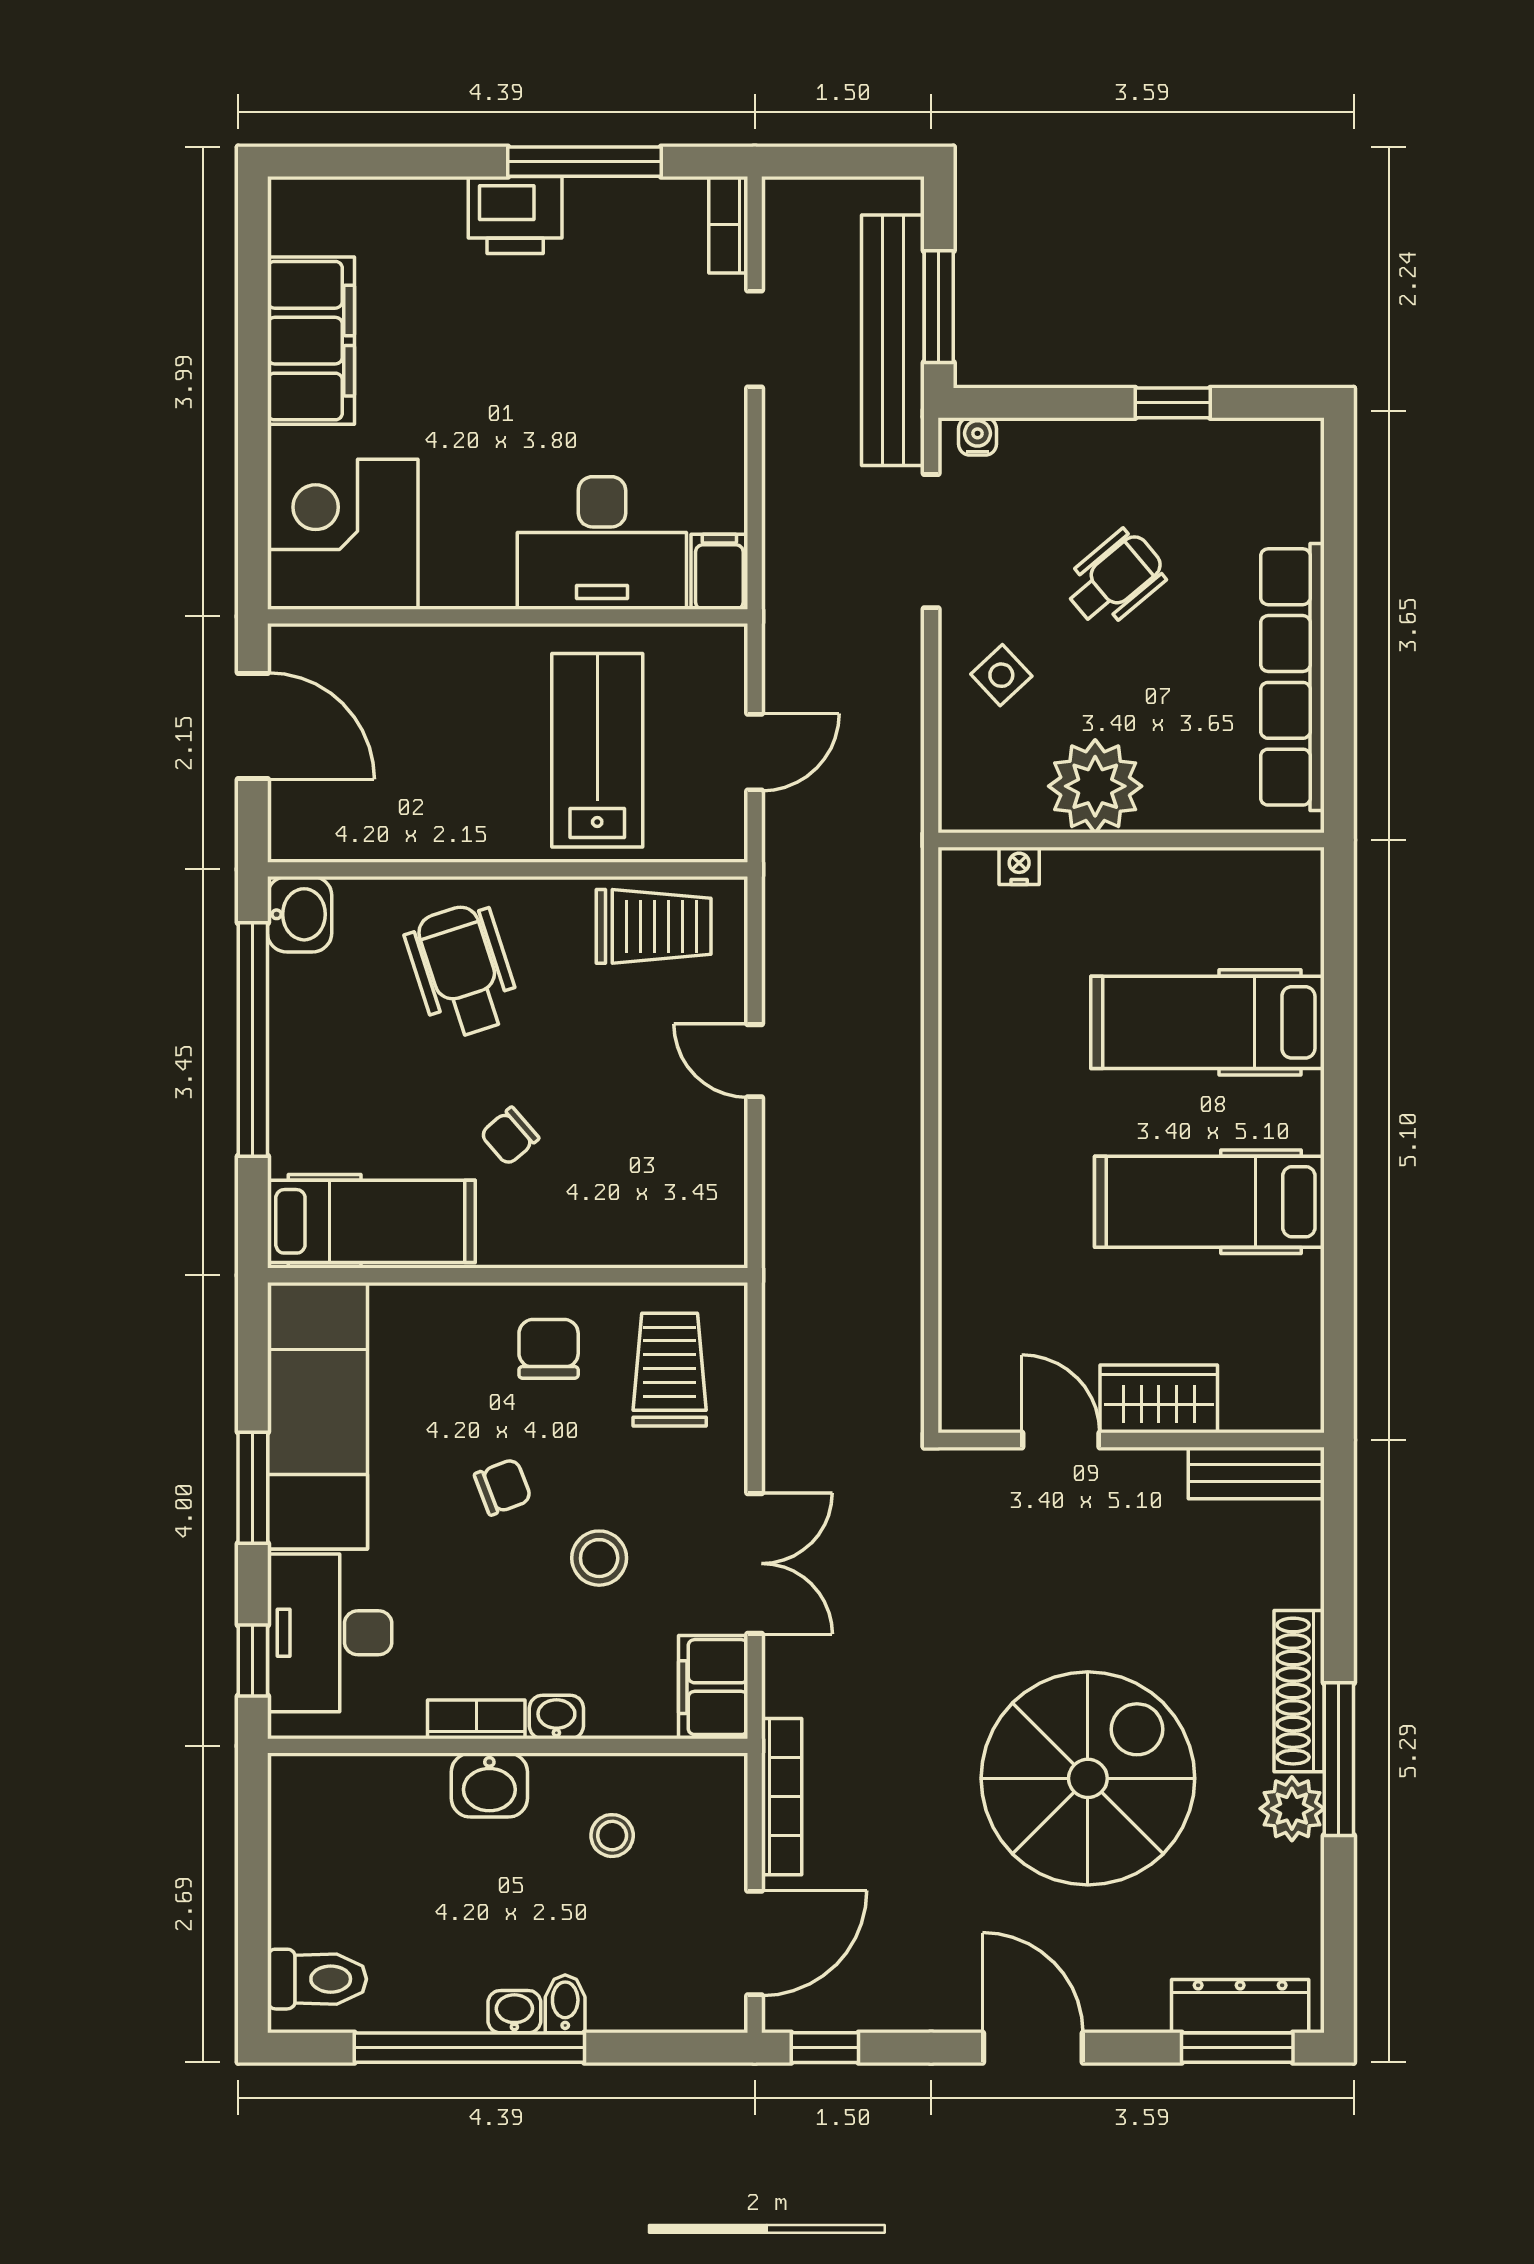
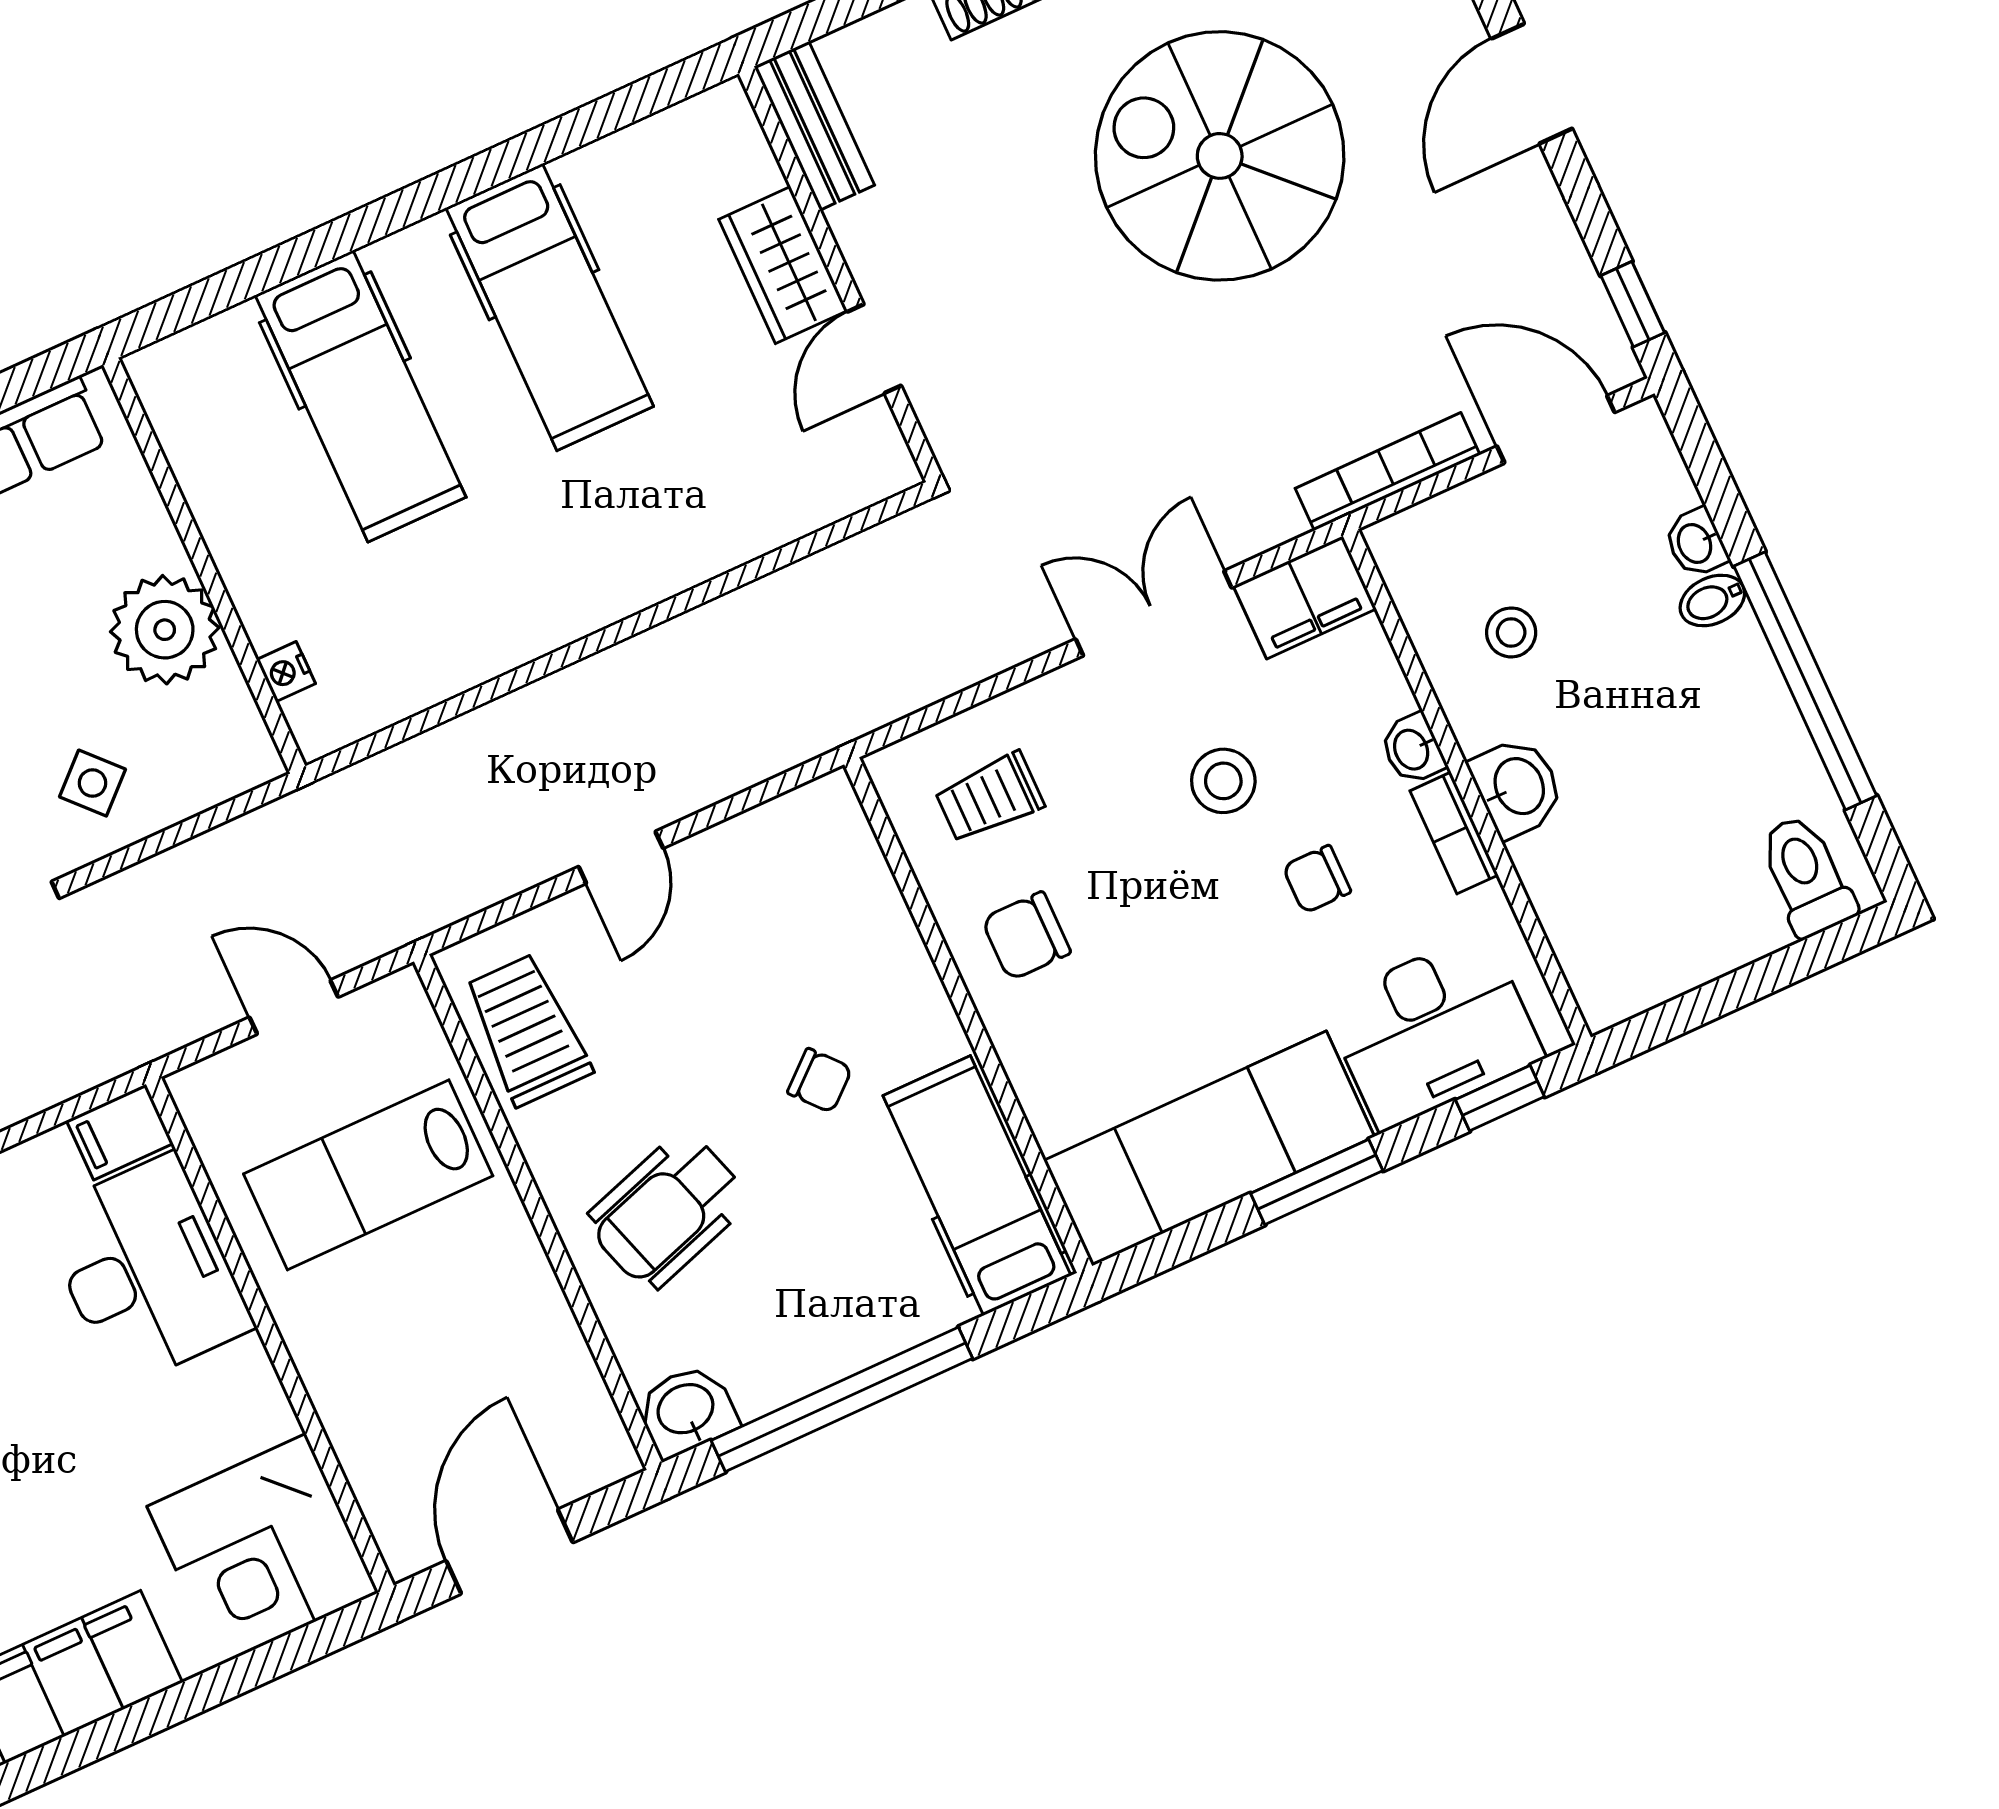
trolley: (670, 1370) -> (989, 798), width x0.73, depth x0.72
chair: (503, 1487) -> (1317, 879), moved, turned -69
washbasin: (514, 2012) -> (1696, 543), moved

